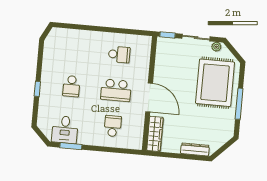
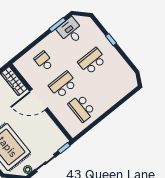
school desk: (119, 54) -> (82, 108), width x1.85
school desk: (71, 86) -> (92, 61), width x1.85
school desk: (113, 126) -> (44, 61), turned 180

